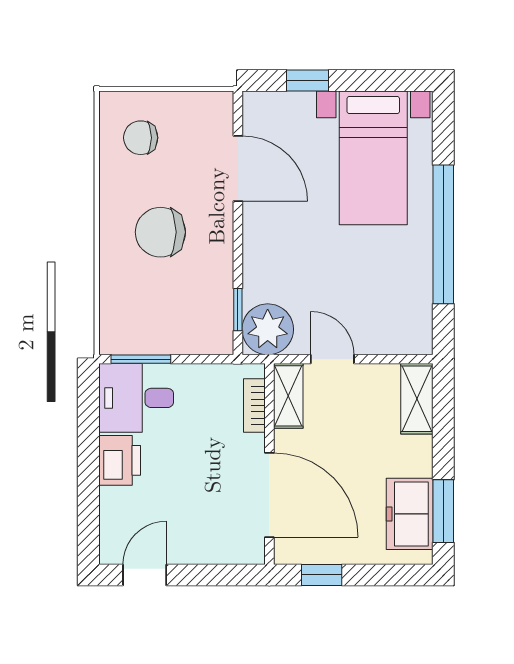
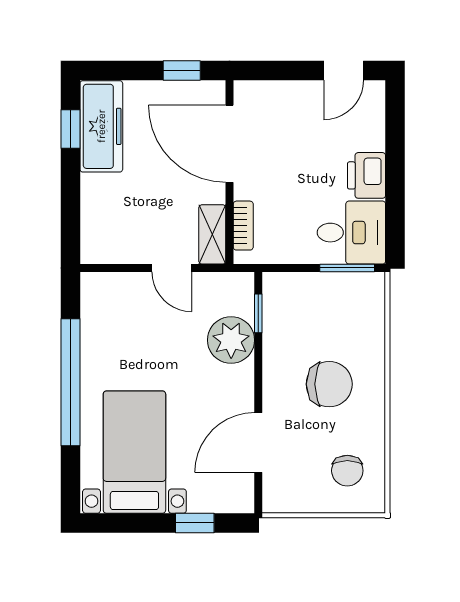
chair: (141, 138) -> (347, 471), turned 90
door: (238, 168) -> (258, 443), hinge flipped
plant: (268, 329) -> (231, 340), moved
shelving: (417, 399) -> (95, 232), removed
window: (443, 511) -> (70, 129), width x0.67
freezer: (410, 514) -> (101, 126), width x1.40

